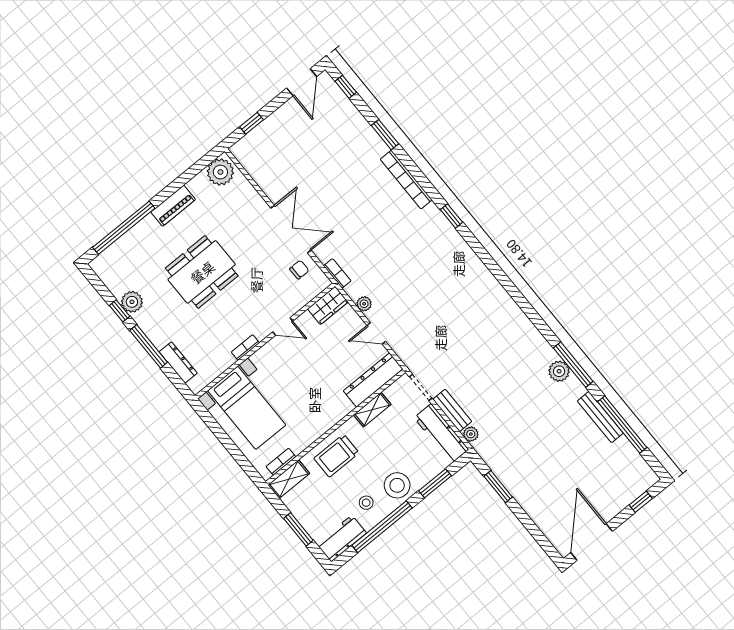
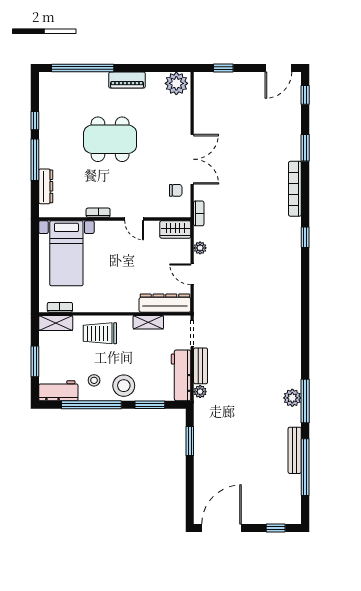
plant: (132, 302) -> (48, 121), removed

